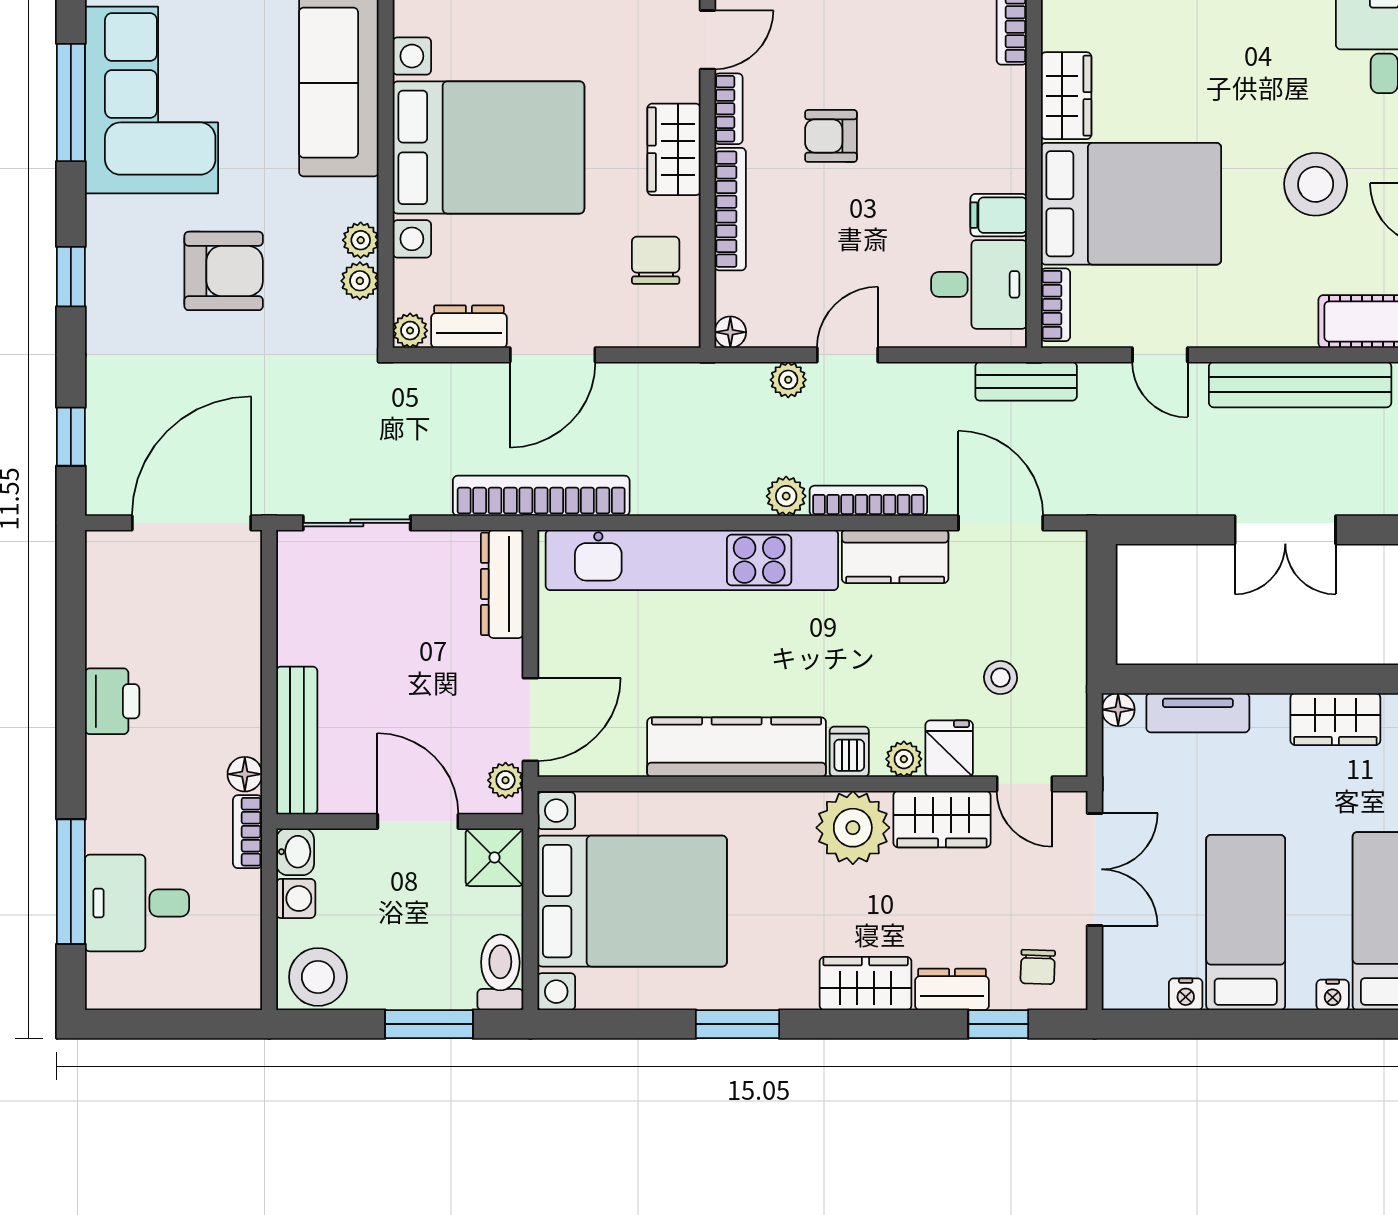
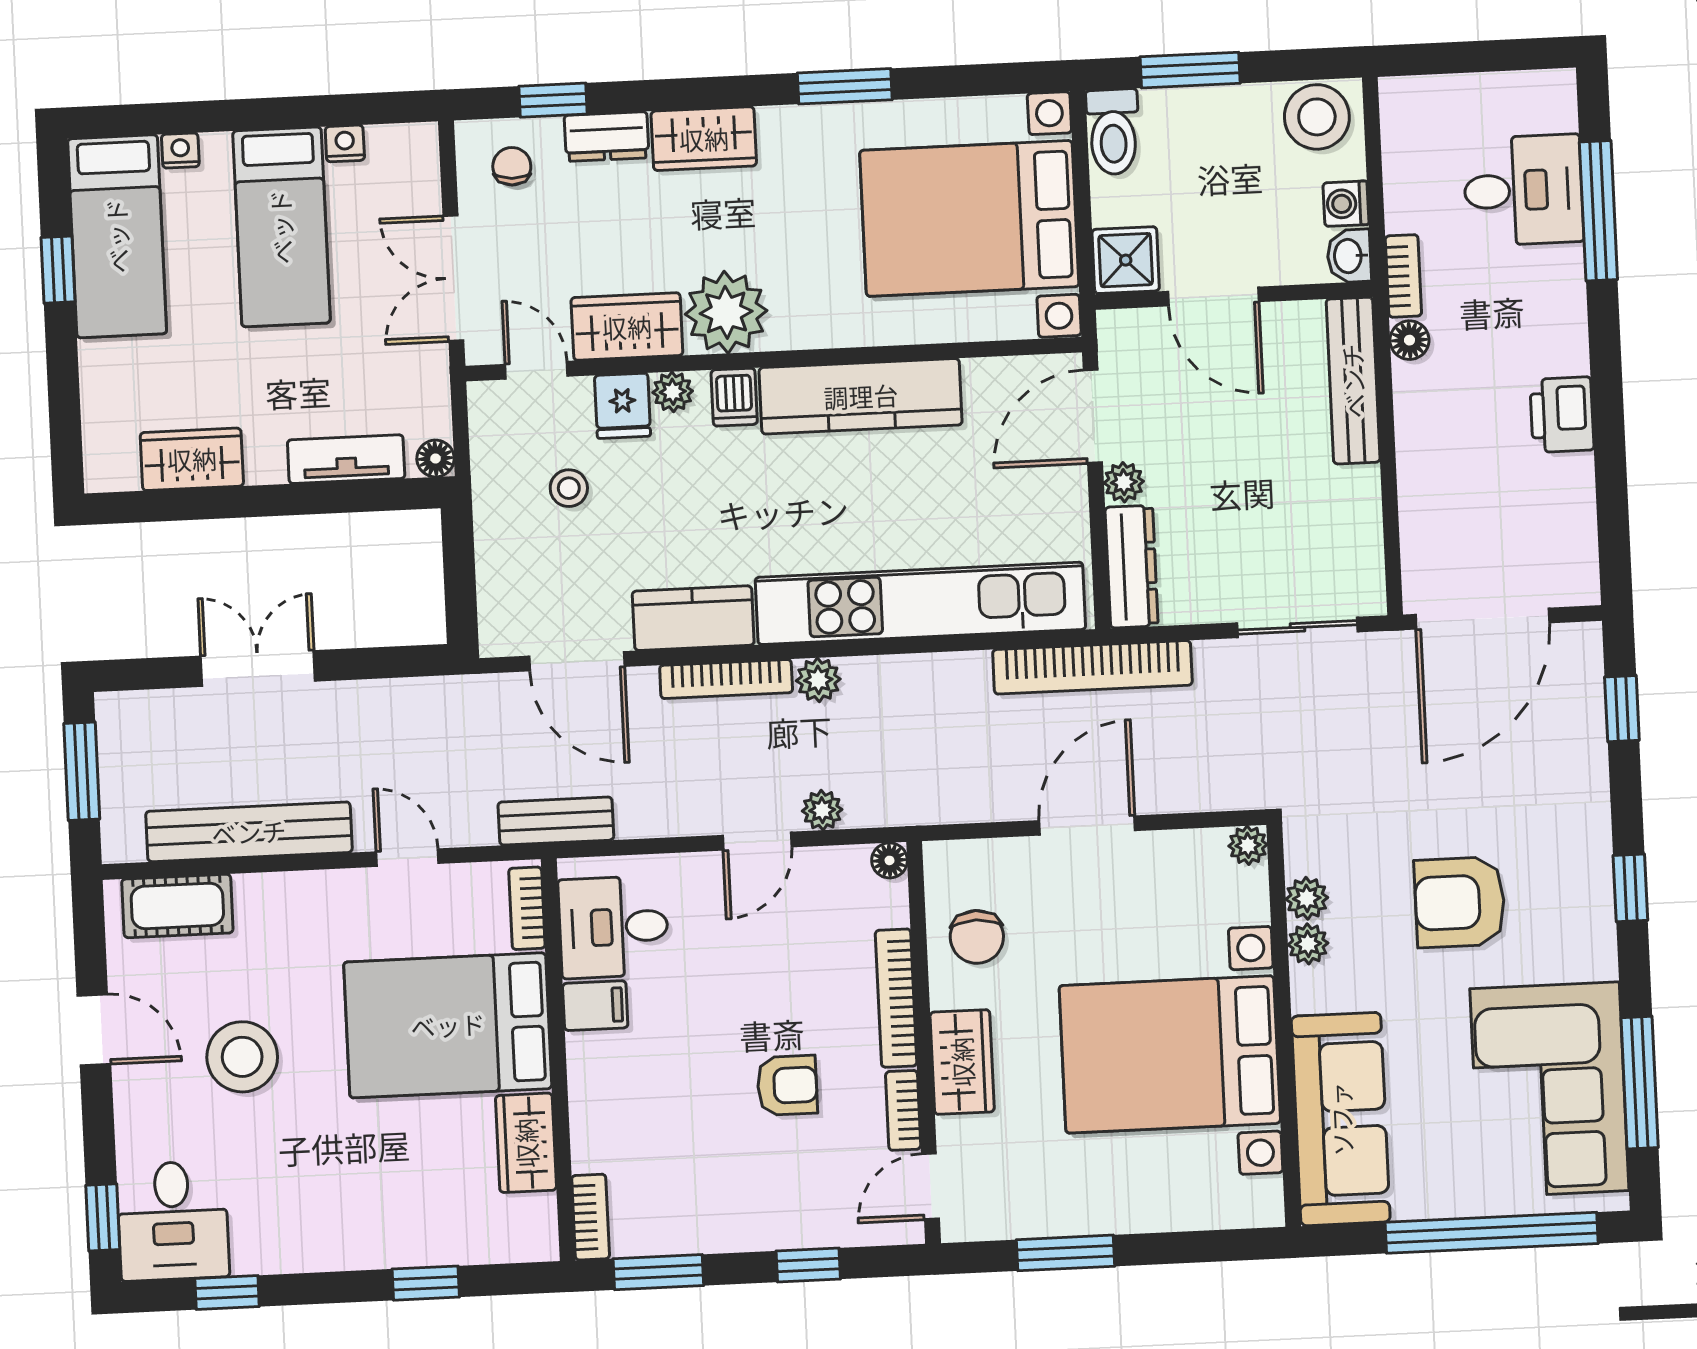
dresser: (469, 327) -> (1182, 853), removed
plant: (506, 780) -> (1124, 482), moved

